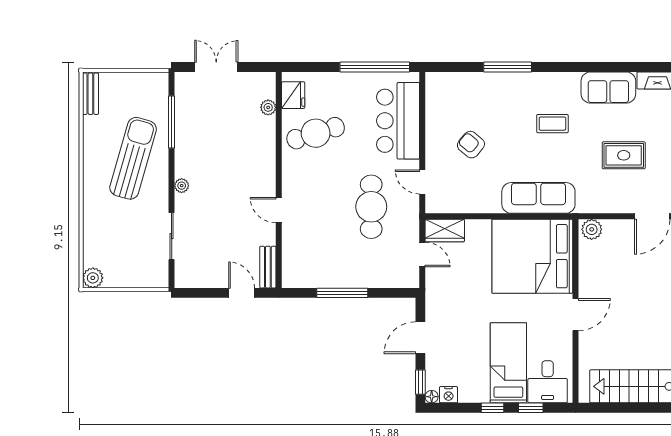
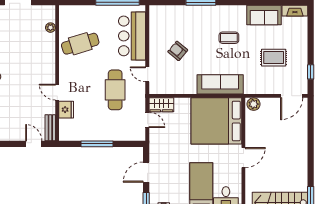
fridge: (293, 95) -> (66, 110), moved

